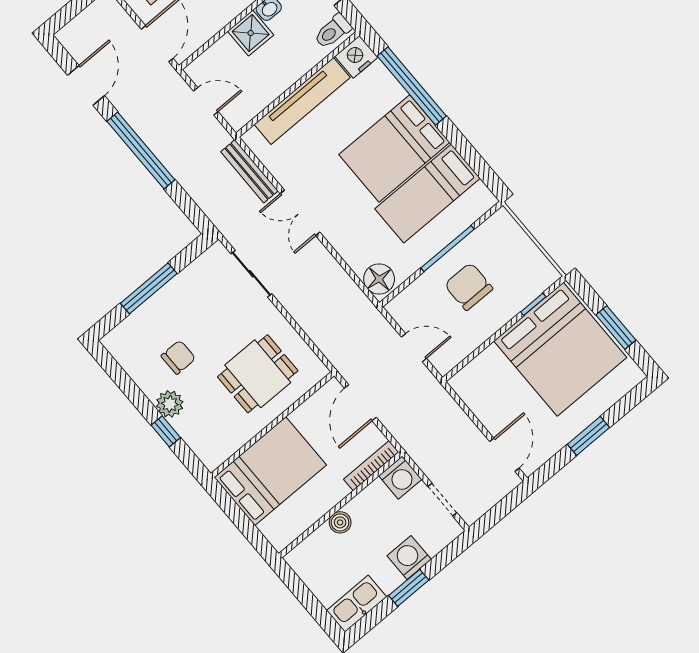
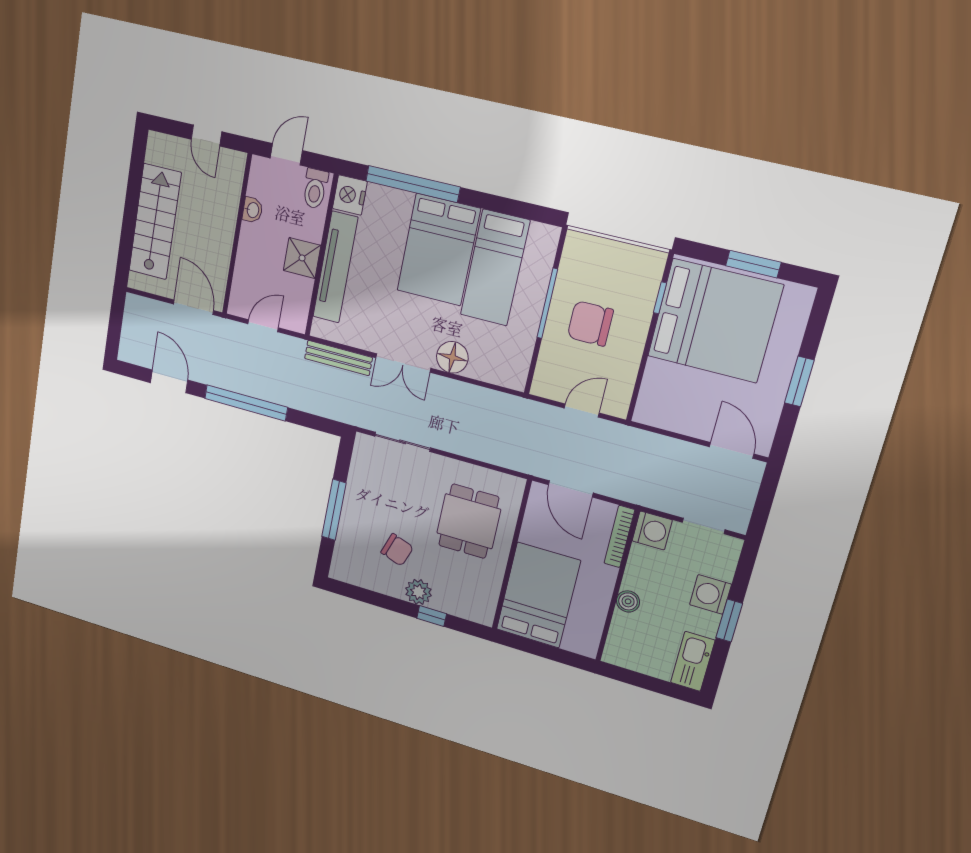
shower: (251, 33) -> (302, 258), moved
floor lamp: (379, 279) -> (452, 357), moved
chair: (178, 357) -> (397, 550), turned 109

